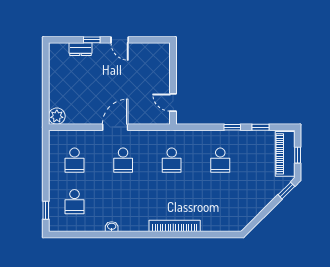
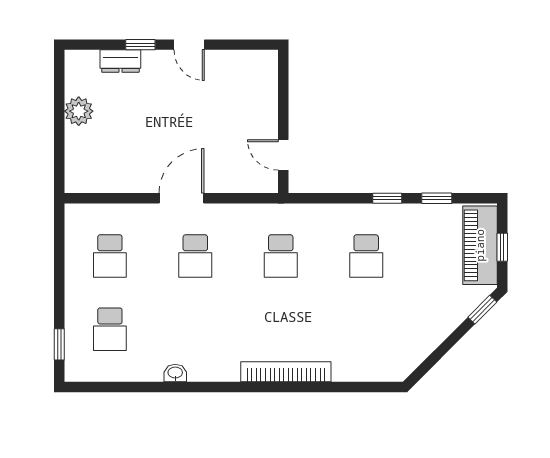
plant: (57, 116) -> (79, 111), moved

